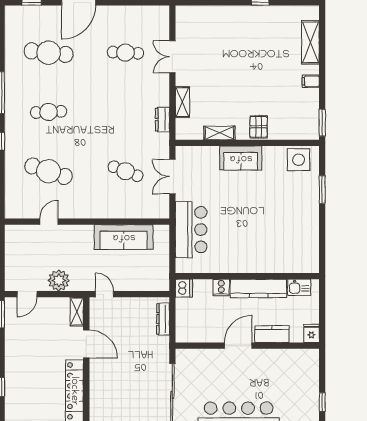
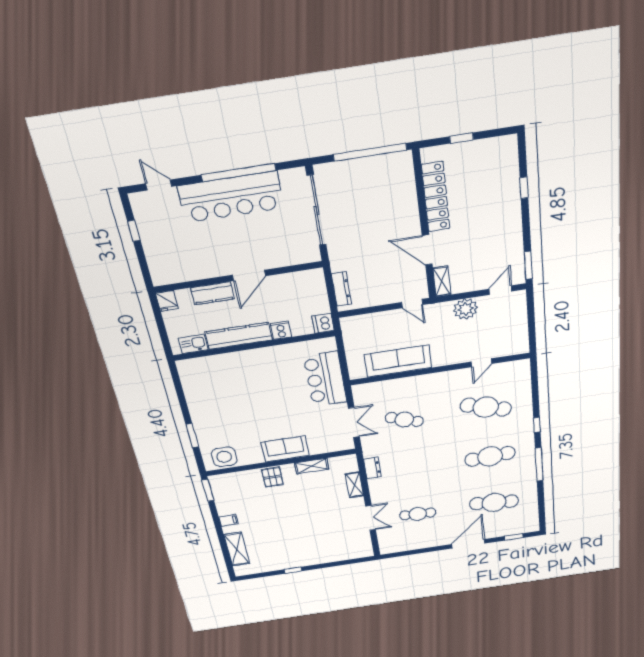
cafe table: (49, 112) -> (490, 456), width x1.37, depth x1.35

